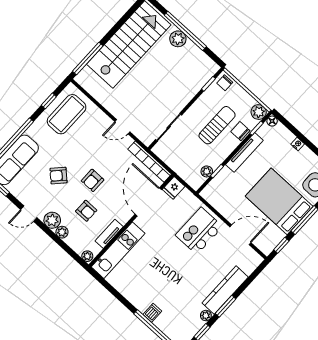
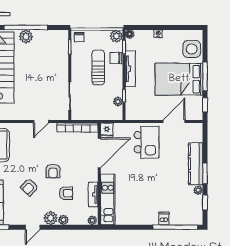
door: (148, 202) -> (99, 153), swing flipped
kitchen island: (199, 231) -> (146, 142), turned 180

